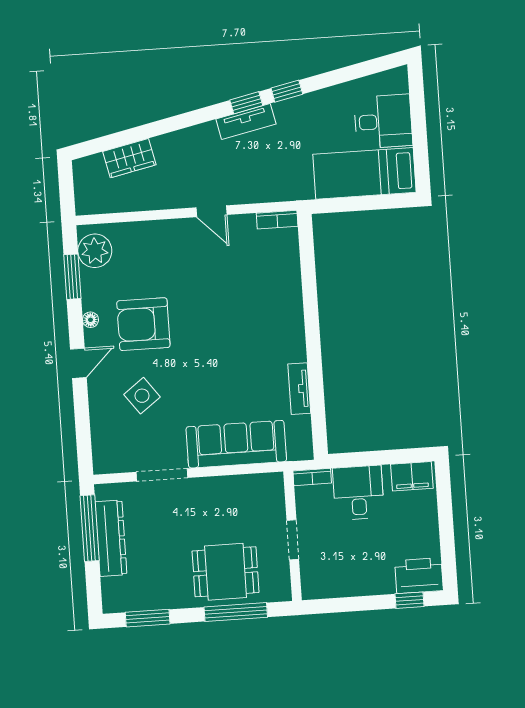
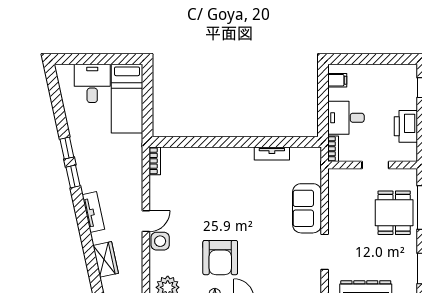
tv unit: (246, 122) -> (93, 212), moved
door: (211, 211) -> (146, 221), moved
side table: (142, 396) -> (160, 241), moved, turned 37
sofa: (236, 444) -> (307, 208), width x0.73
filing cabinet: (412, 476) -> (337, 80), width x0.50
printer: (419, 576) -> (406, 126), moved

